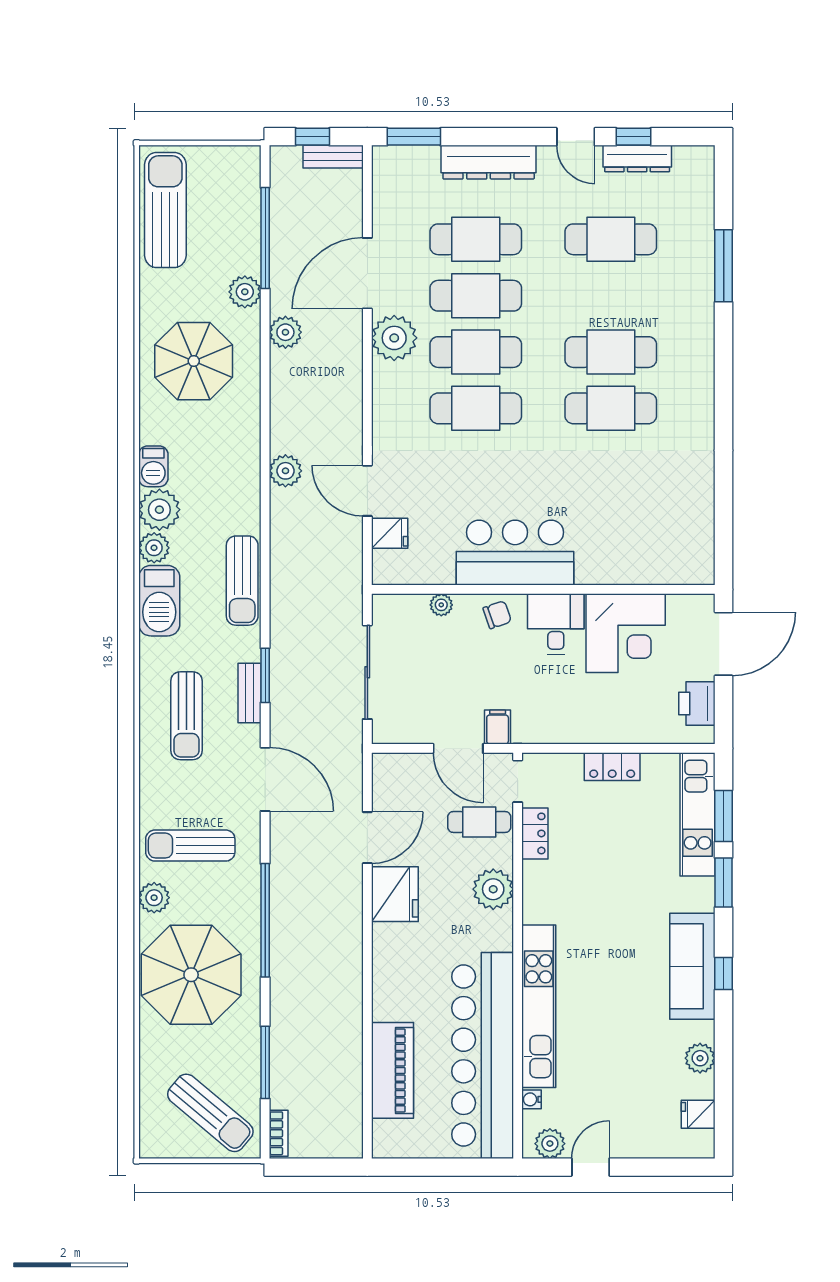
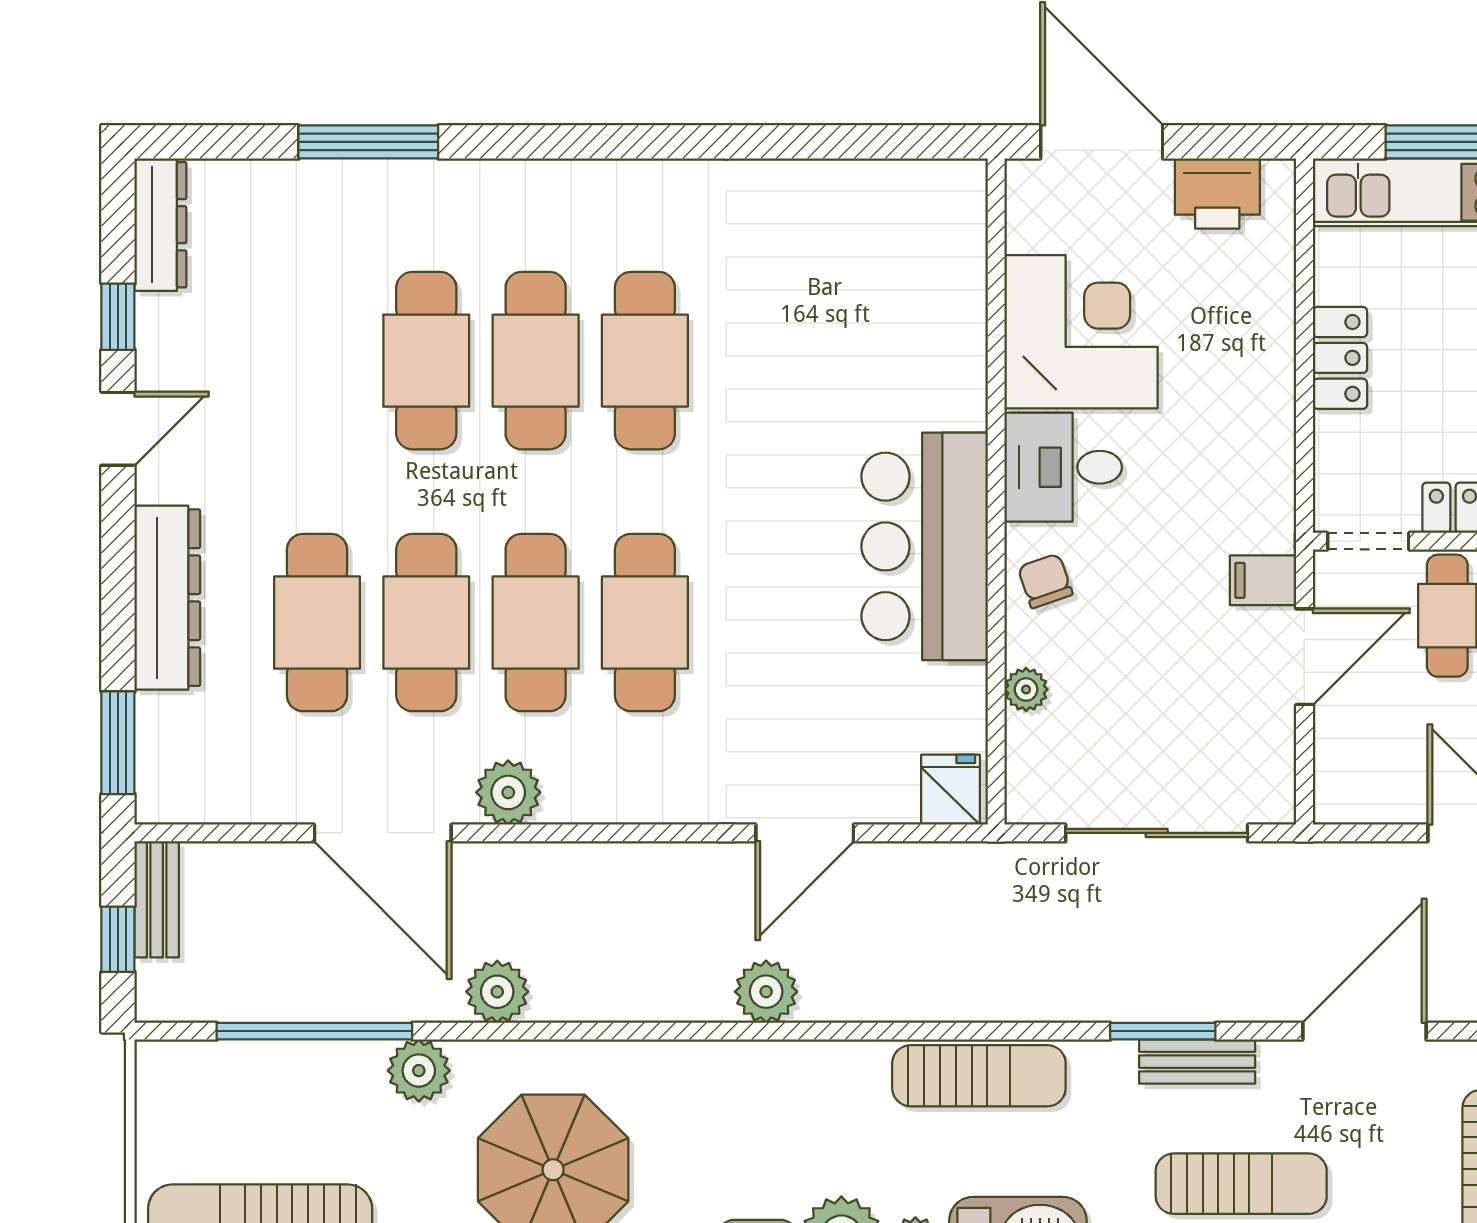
dresser: (637, 159) -> (160, 225), moved
cafe table: (611, 239) -> (426, 361), moved
plant: (394, 338) -> (508, 792), width x0.73, depth x0.73
fridge: (390, 533) -> (951, 790), moved

